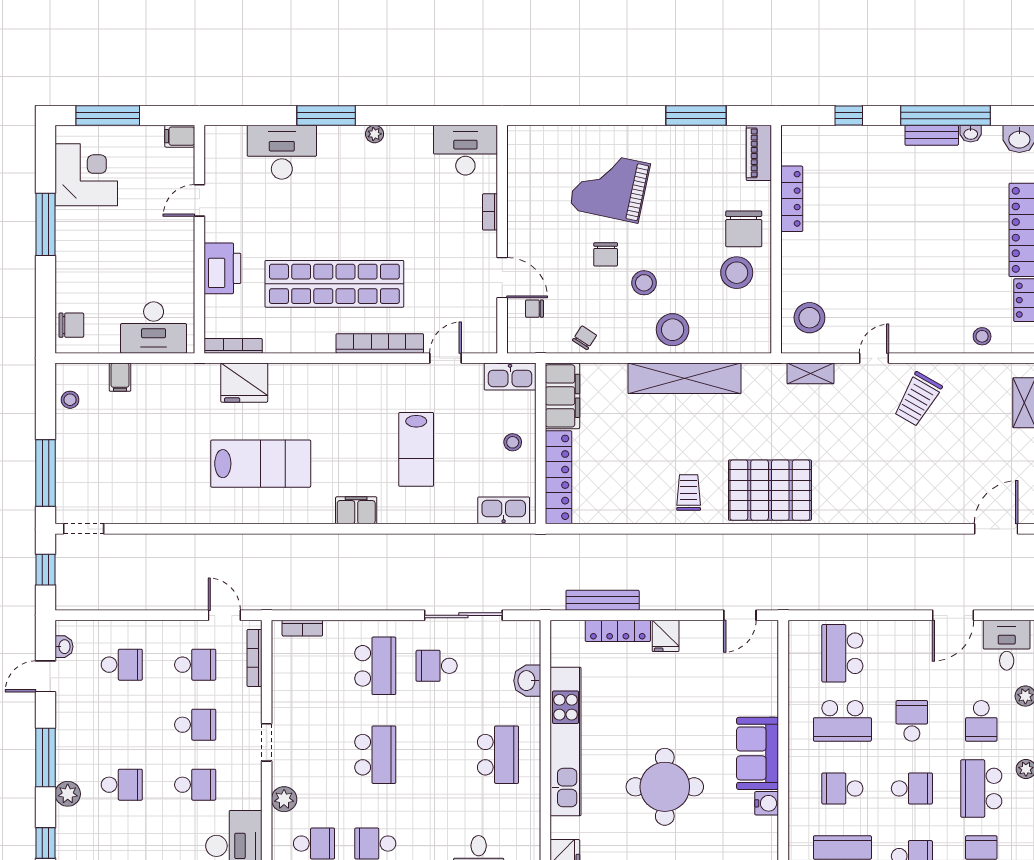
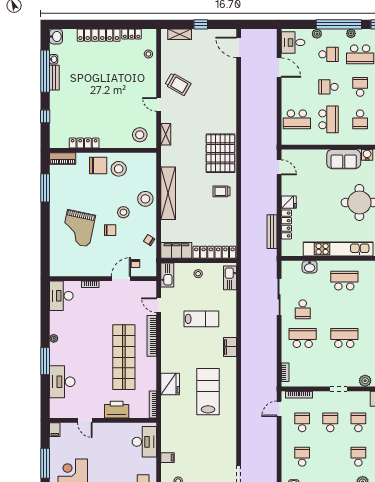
fridge: (244, 383) -> (170, 384), moved

